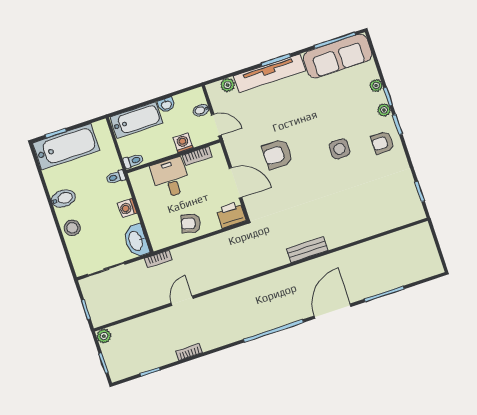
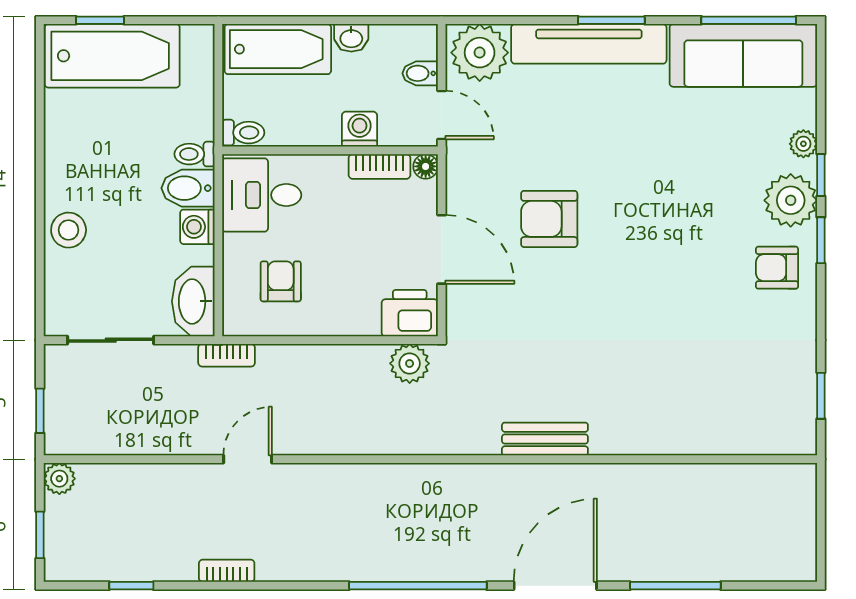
plant: (228, 85) -> (480, 53), width x1.88, depth x1.88
plant: (384, 110) -> (791, 200), width x1.88, depth x1.88
floor lamp: (217, 149) -> (426, 166), added
side table: (340, 149) -> (683, 251), removed
desk: (171, 178) -> (262, 195), moved, turned -90
bidet: (63, 198) -> (188, 188), moved, turned 180
armchair: (191, 223) -> (281, 281), moved, turned 75
plant: (238, 236) -> (410, 363), added

